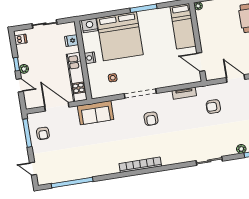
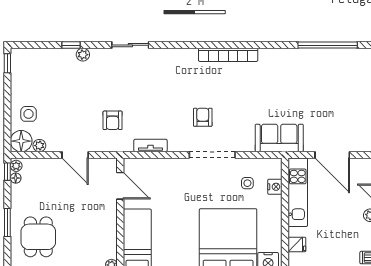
nightstand: (90, 58) -> (275, 187), moved
armchair: (213, 107) -> (113, 120), turned 90
armchair: (43, 133) -> (358, 121), removed

